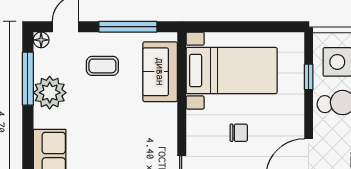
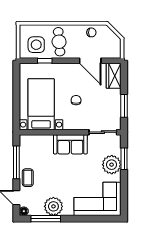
coffee table: (102, 66) -> (28, 178), moved
sofa: (160, 72) -> (70, 144), moved

